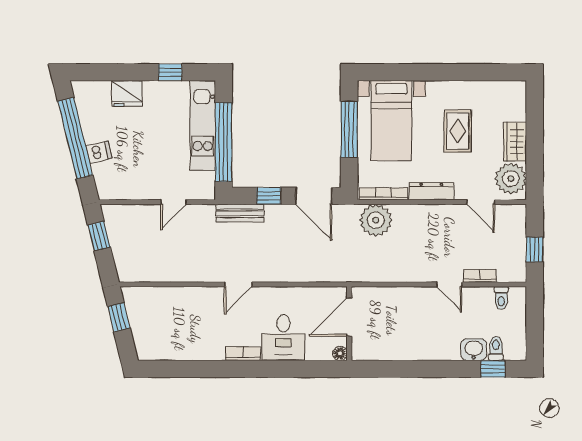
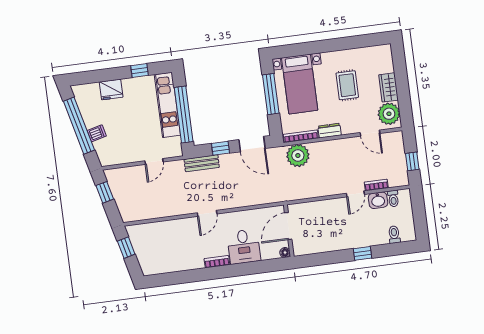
dresser: (431, 191) -> (330, 131), width x0.70
door: (449, 284) -> (355, 194), hinge flipped
washbasin: (474, 350) -> (378, 200), moved, turned 180
window: (493, 369) -> (362, 253), moved

